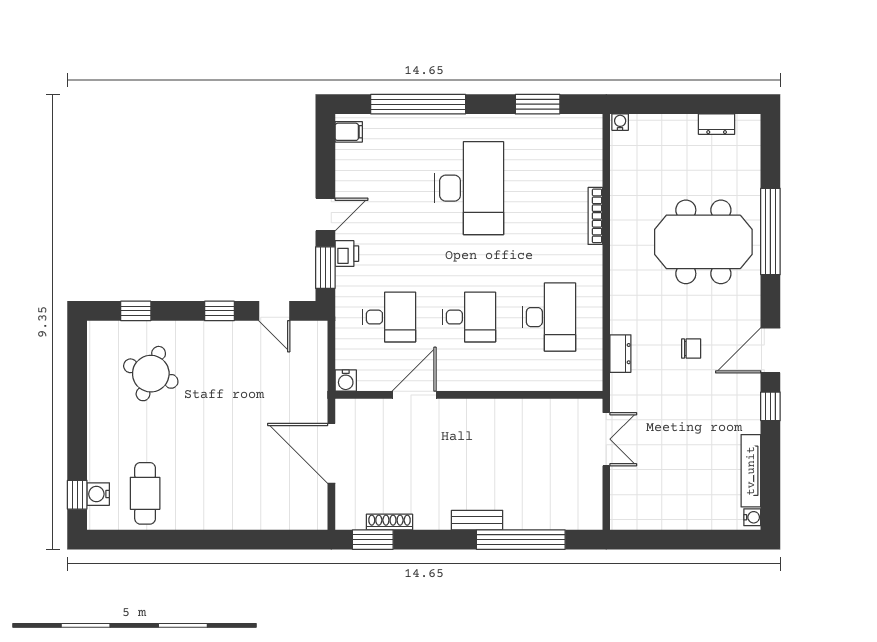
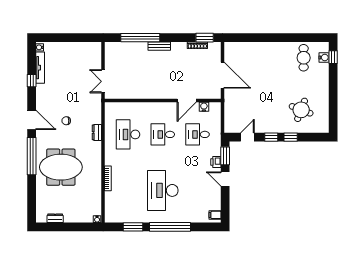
window: (418, 104) -> (170, 227), moved
door: (325, 215) -> (225, 179), hinge flipped
window: (770, 232) -> (32, 156), moved
window: (136, 311) -> (291, 137), moved
door: (274, 311) -> (247, 137), hinge flipped
door: (770, 350) -> (32, 120), hinge flipped
dresser: (620, 354) -> (97, 132), moved
water cooler: (346, 381) -> (204, 107), moved
window: (770, 406) -> (32, 81), moved

